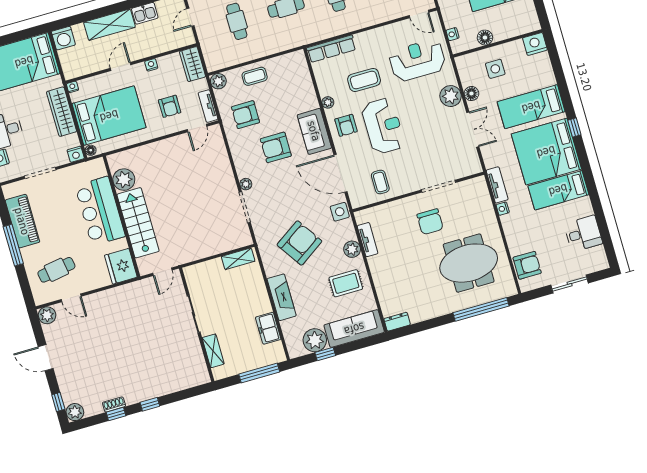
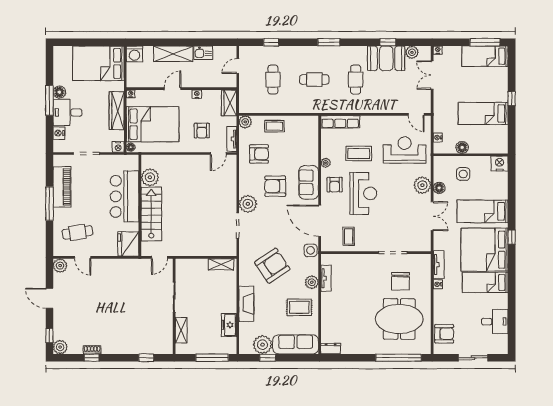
armchair: (246, 115) -> (259, 154), turned 180
plant: (246, 184) -> (248, 204), width x1.88, depth x1.88
chair: (430, 222) -> (400, 281), moved
window: (150, 404) -> (146, 358), moved

